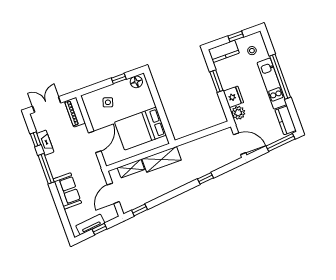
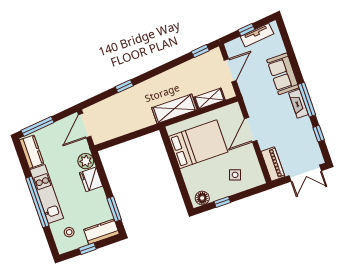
window: (216, 81) -> (114, 209), moved
fireplace: (45, 143) -> (298, 104), moved
door: (240, 144) -> (85, 126), hinge flipped

